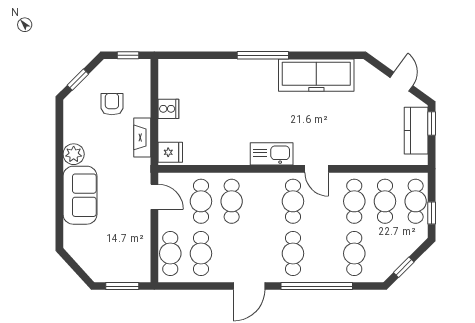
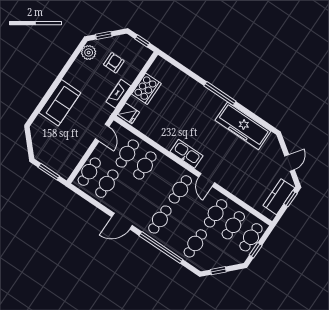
cooker: (168, 109) -> (146, 89), width x1.87, depth x1.31
plant: (74, 154) -> (89, 52), moved

